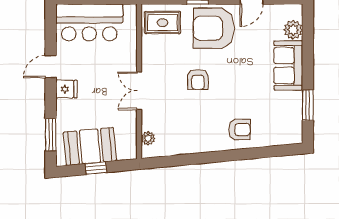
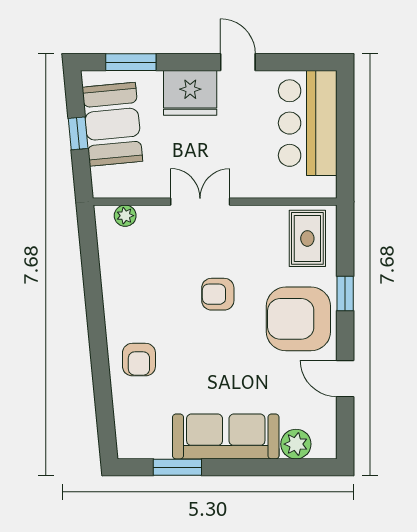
armchair: (214, 28) -> (298, 319), turned -90
sofa: (288, 65) -> (226, 436), width x1.36
fridge: (66, 89) -> (190, 93), width x1.88, depth x1.34

